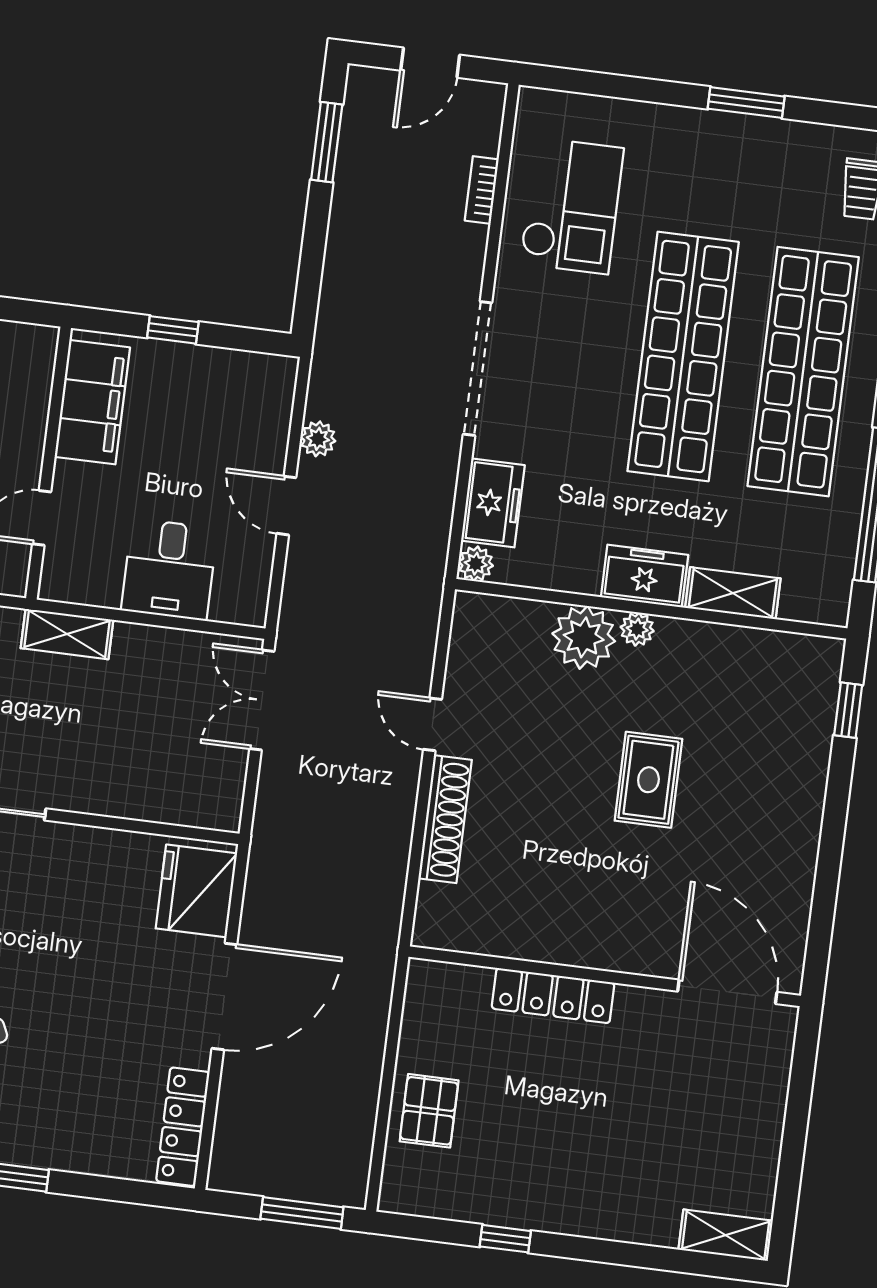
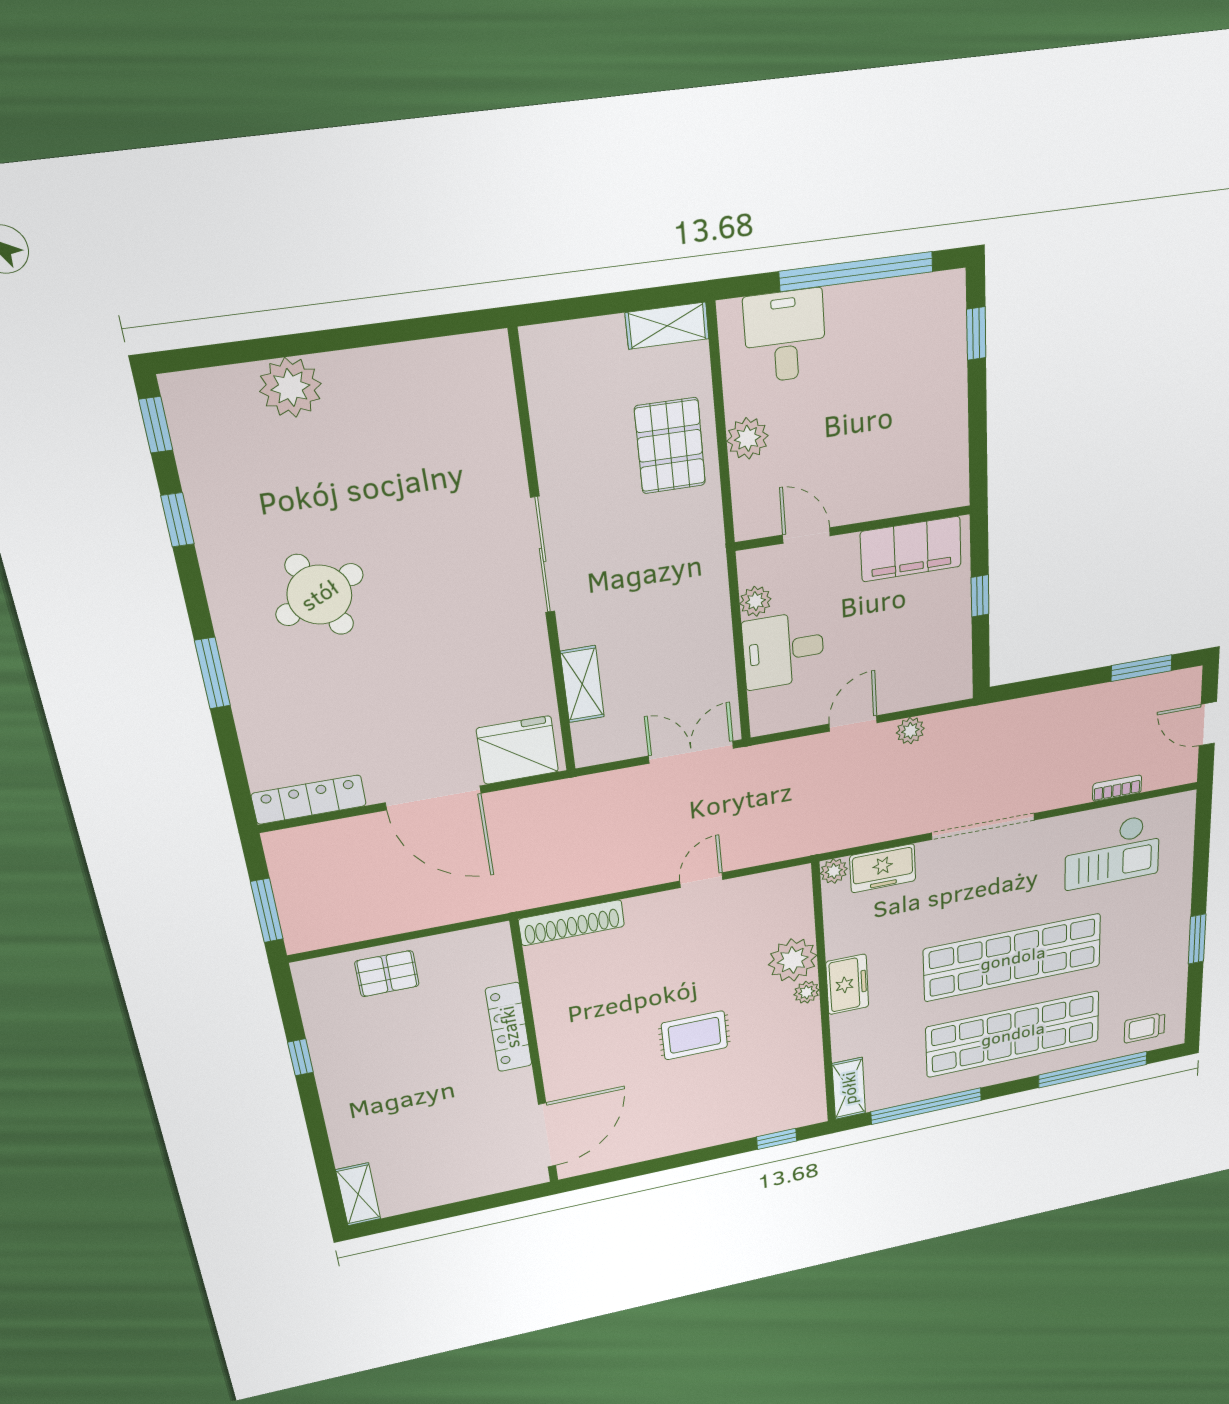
plant: (101, 589) -> (755, 601), added
shelving: (733, 593) -> (849, 1088), moved
shelving: (67, 634) -> (582, 684), moved
shoe rack: (445, 819) -> (572, 923), moved

